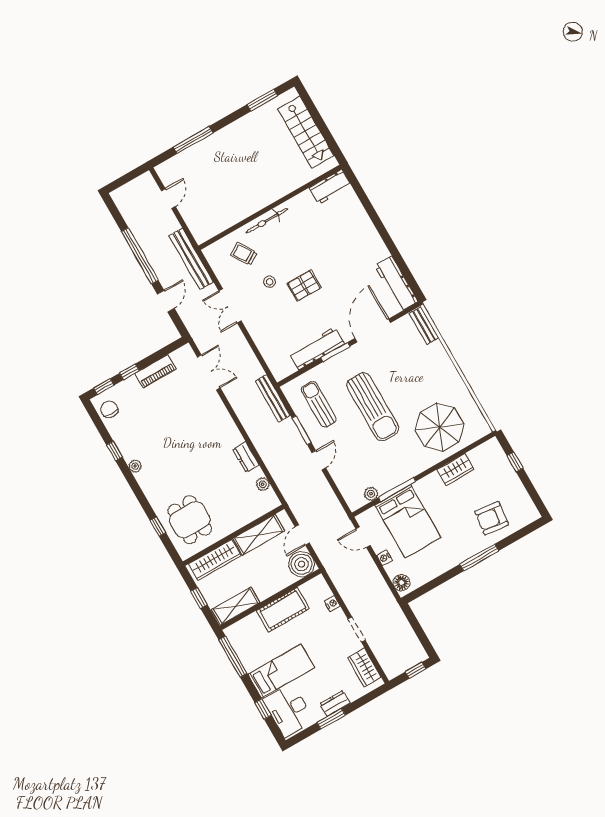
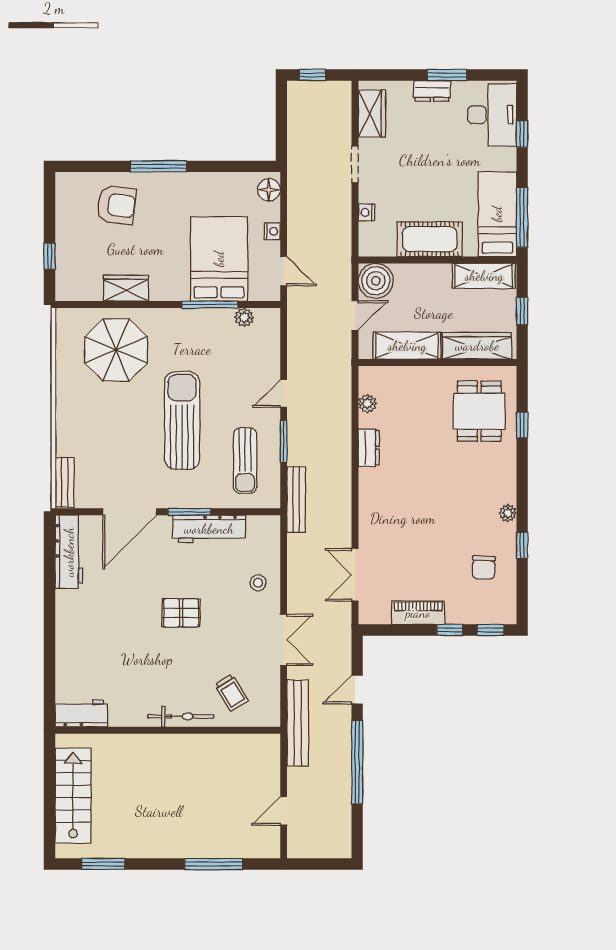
stool: (270, 282) -> (258, 583), moved
chair: (109, 409) -> (484, 567), moved
bed: (281, 671) -> (497, 214), moved, turned 90

